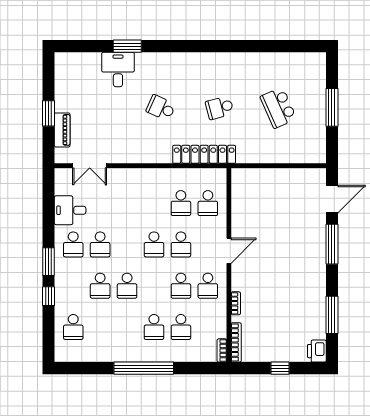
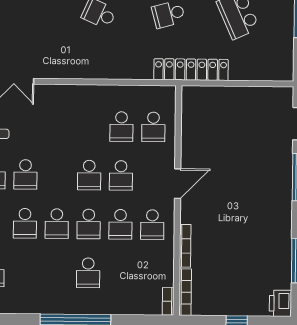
locker: (204, 154) -> (191, 70), moved
bookcase: (236, 303) -> (185, 246), width x1.56
school desk: (181, 327) -> (89, 224), moved

